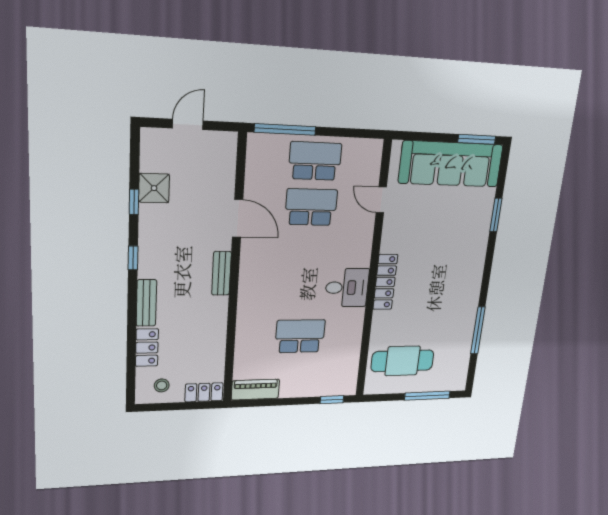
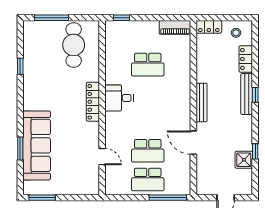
sofa: (451, 164) -> (37, 145), moved, turned 90
window: (133, 258) -> (255, 95), moved
bench: (221, 273) -> (202, 102), width x1.36
bench: (146, 303) -> (247, 94), width x1.36
window: (478, 330) -> (20, 66), width x0.46
cafe table: (403, 361) -> (74, 45), turned 90

